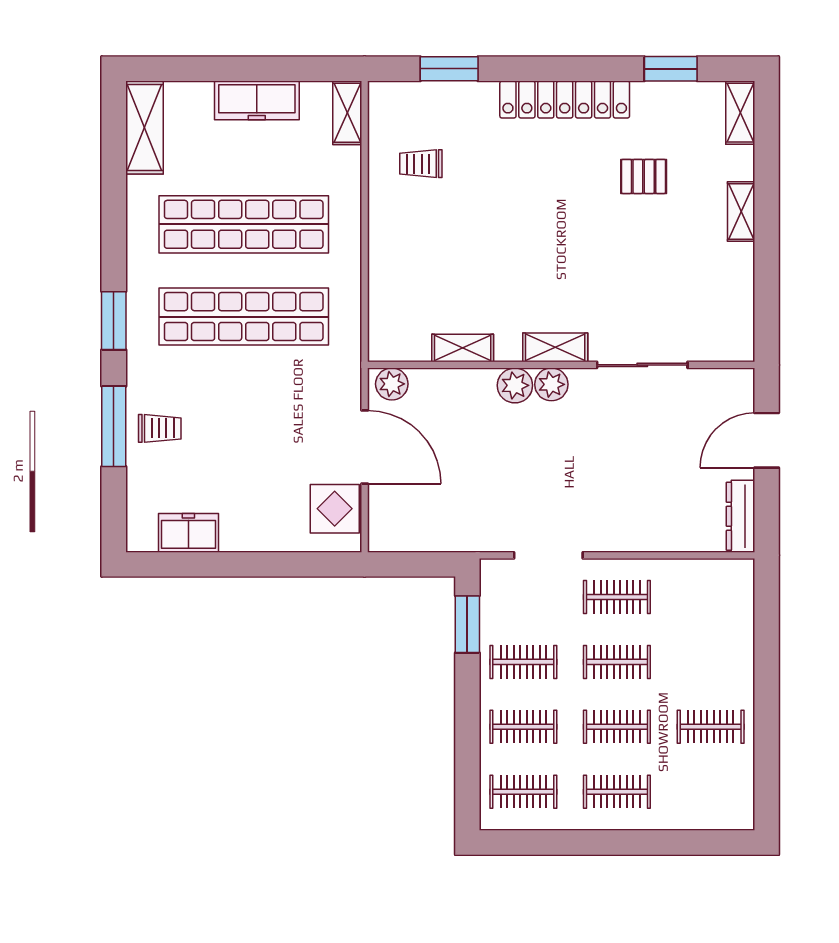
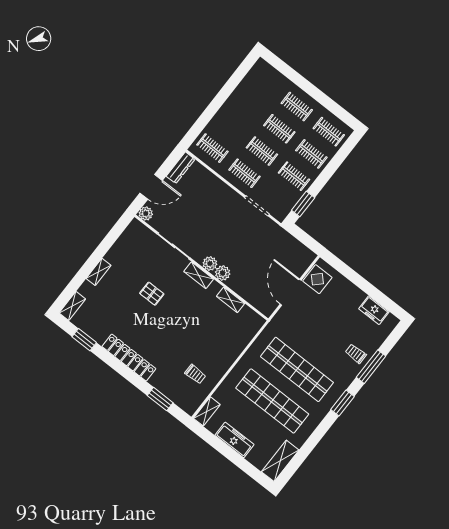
pallet: (644, 176) -> (152, 294), moved
plant: (392, 384) -> (146, 214), moved
clothes rail: (711, 727) -> (212, 148), moved

